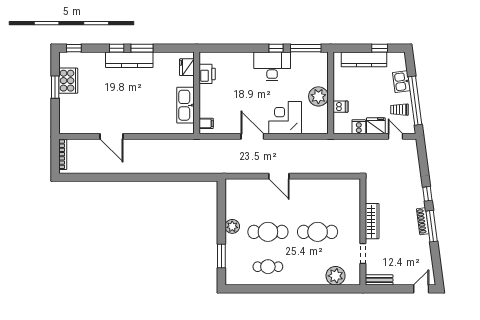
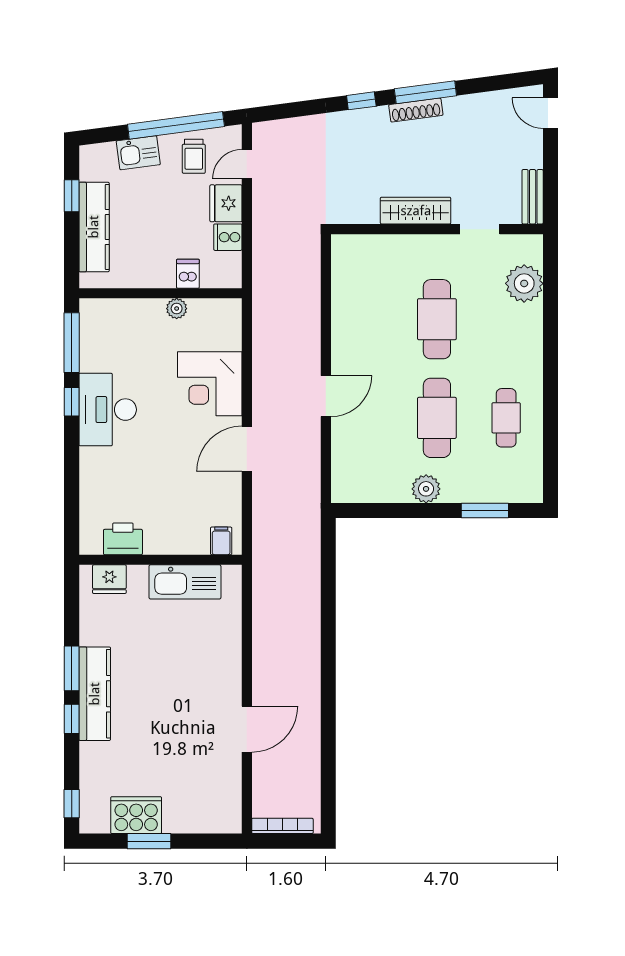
plant: (318, 96) -> (177, 309), width x0.53, depth x0.53

